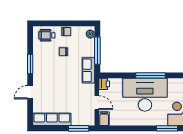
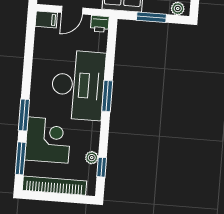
window: (97, 51) -> (151, 17), width x0.69
window: (151, 75) -> (107, 96), width x0.69

